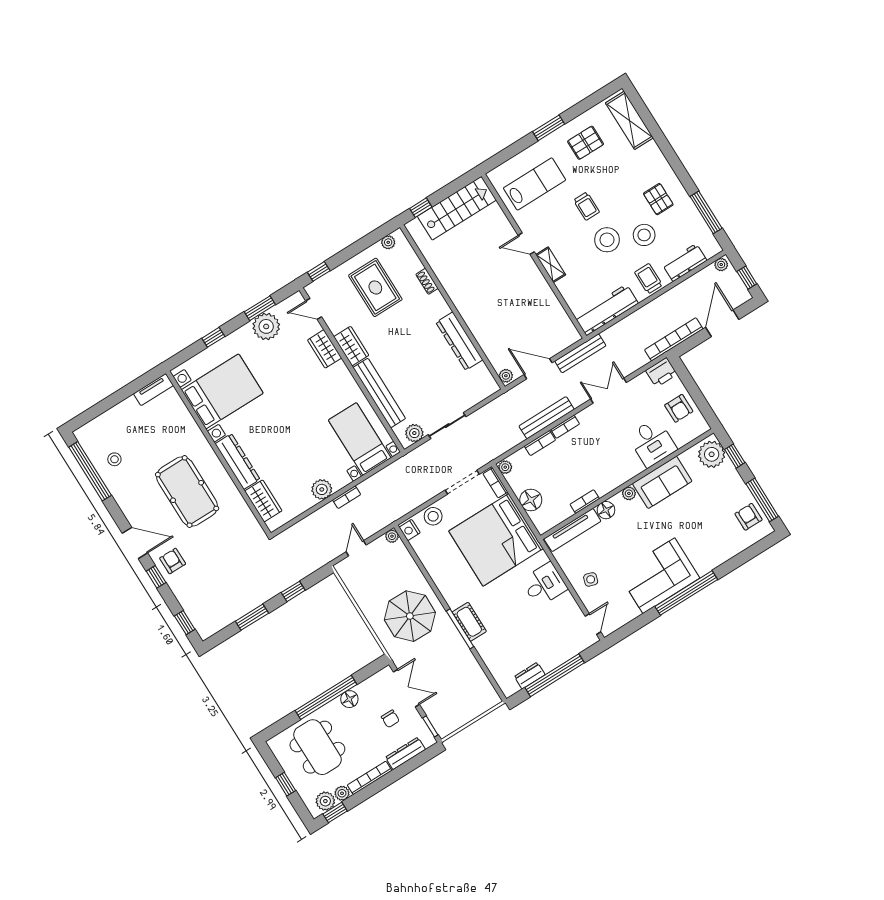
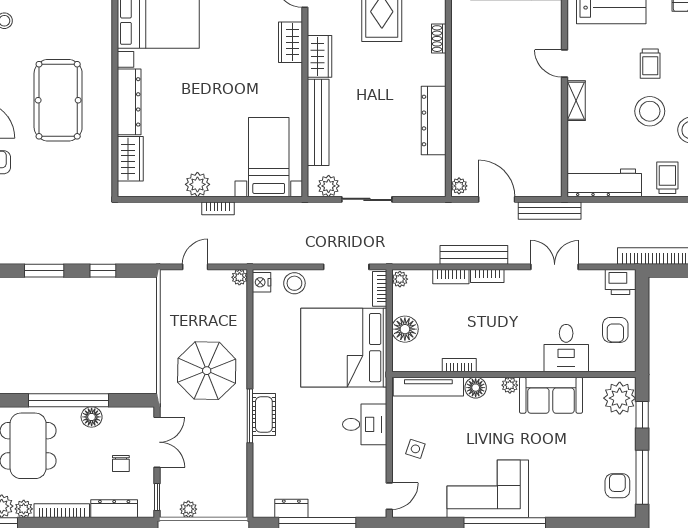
plant: (458, 721) -> (188, 509), added

